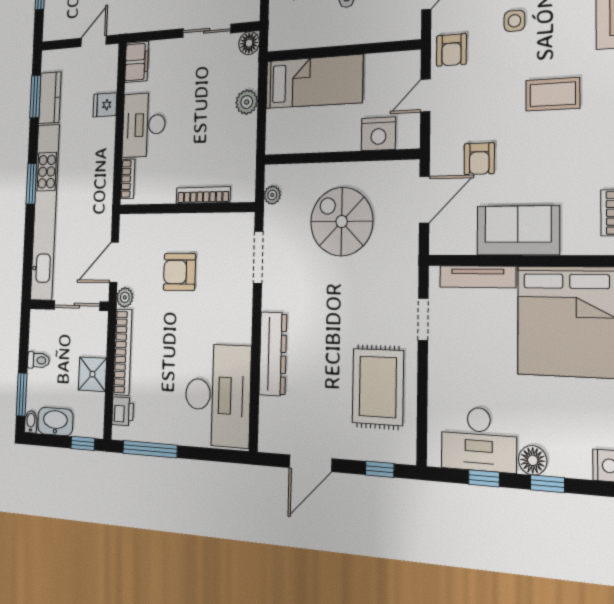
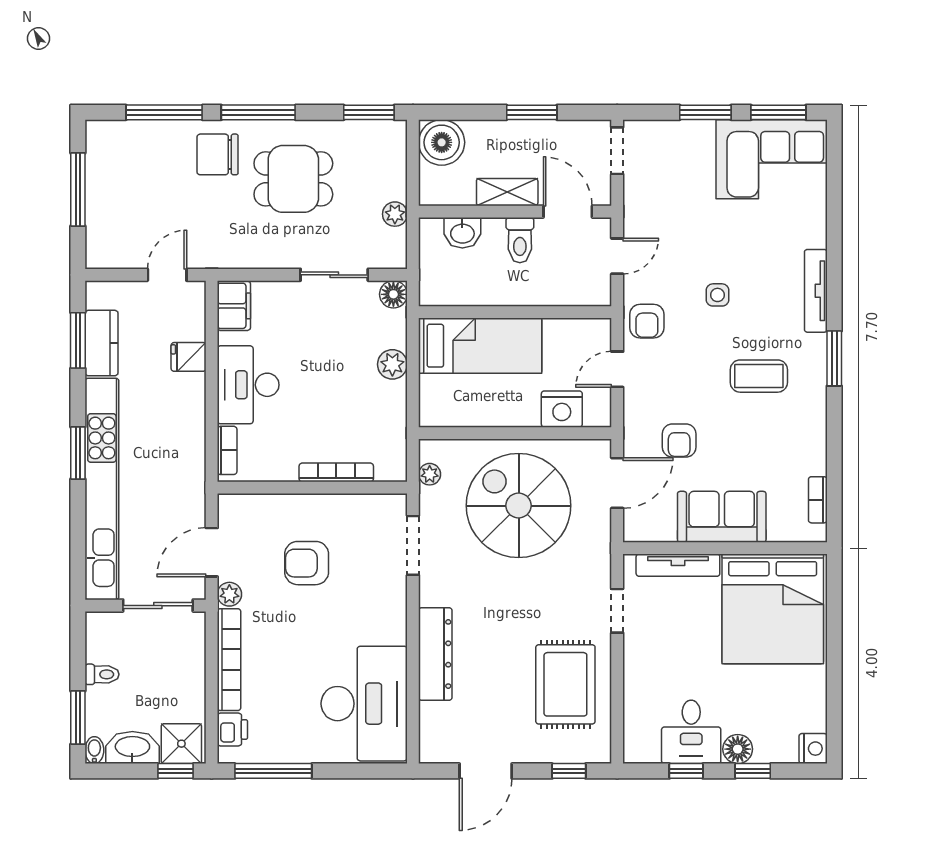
spiral stairs: (342, 222) -> (519, 506), width x1.37, depth x1.37
shower: (92, 374) -> (181, 744), moved
desk: (479, 439) -> (691, 732), width x0.73

